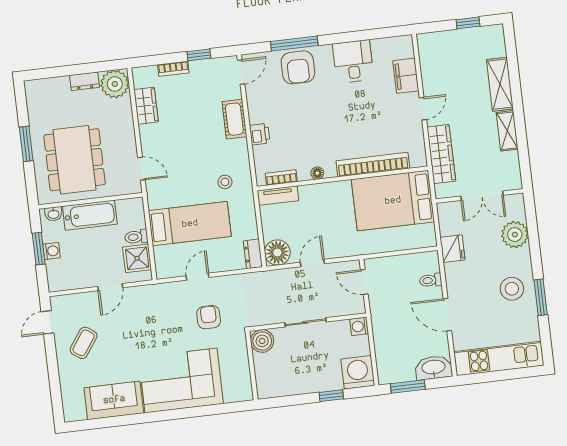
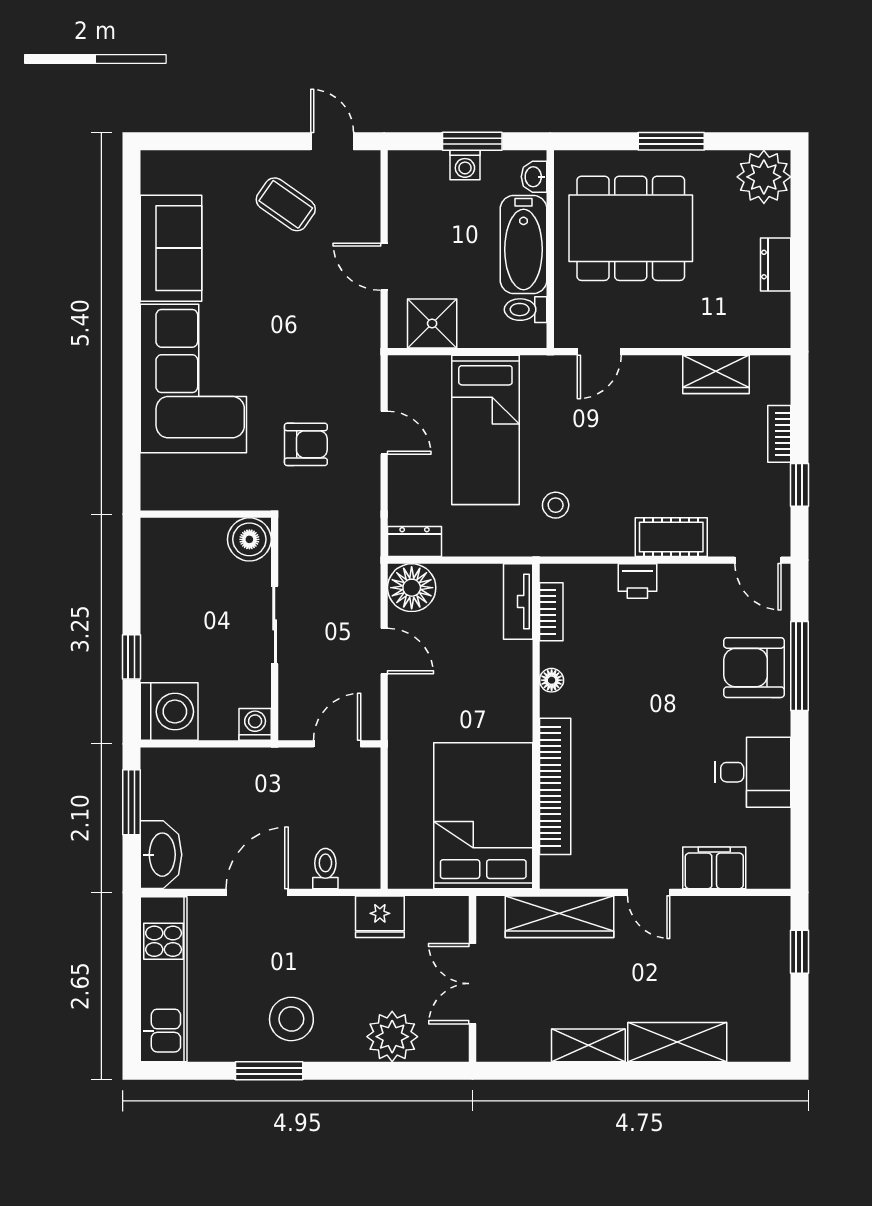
window: (468, 23) -> (799, 952), moved
plant: (115, 84) -> (764, 177), moved
toilet: (136, 237) -> (526, 310), moved, turned -90

